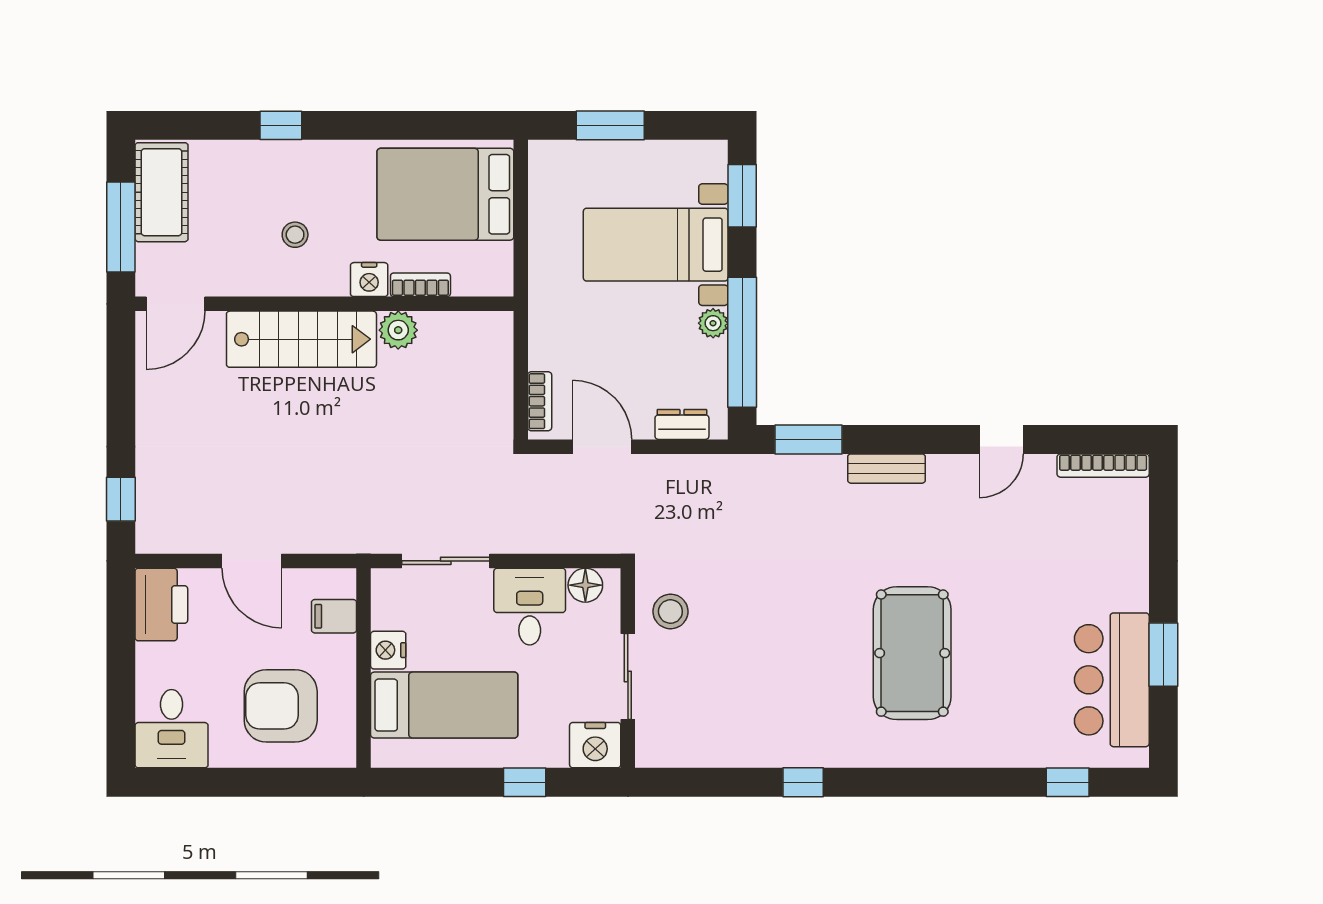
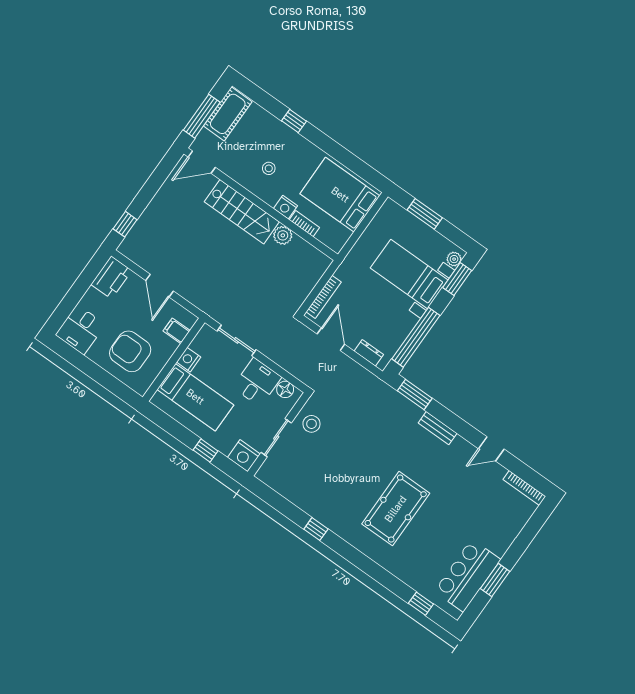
plant: (713, 323) -> (454, 259), moved
bookcase: (540, 401) -> (324, 297), width x1.56

